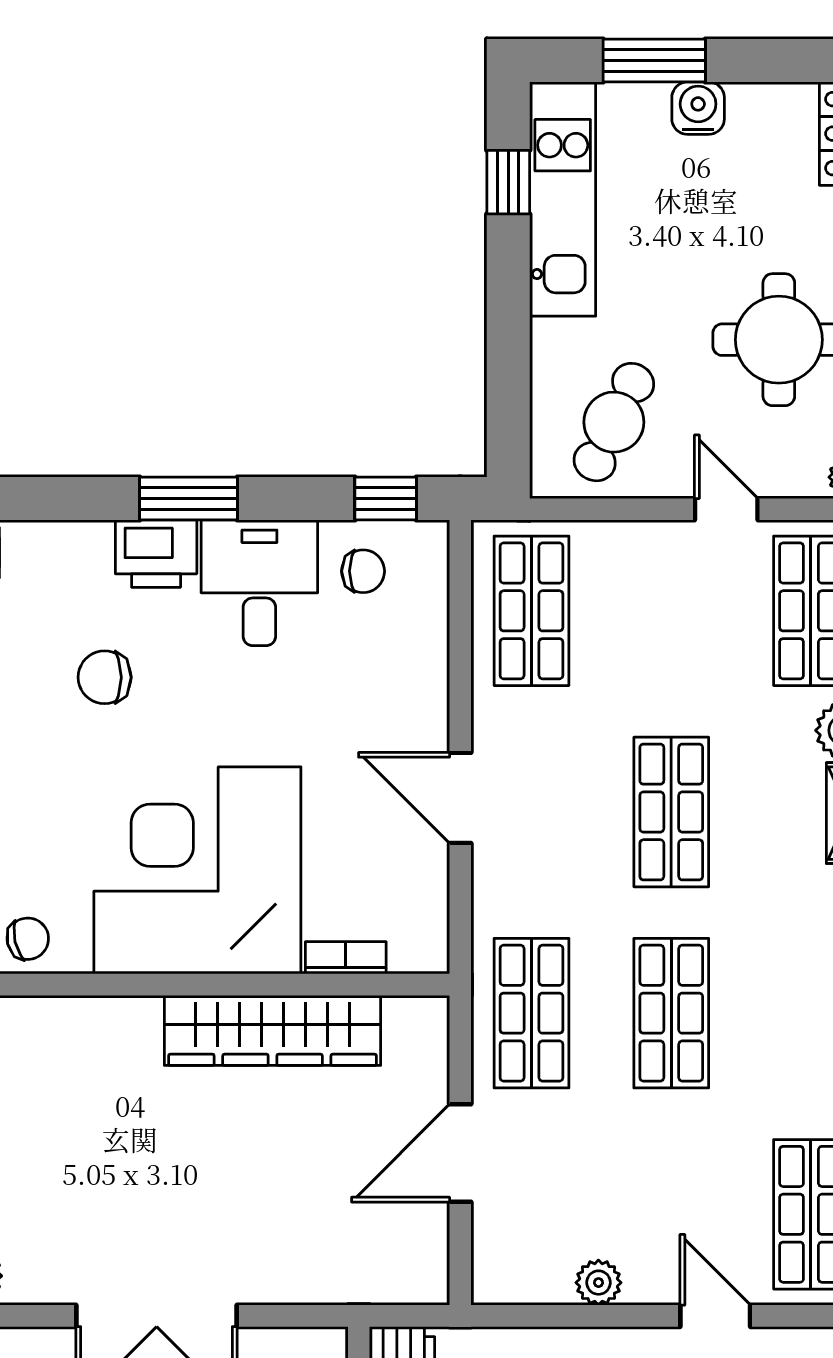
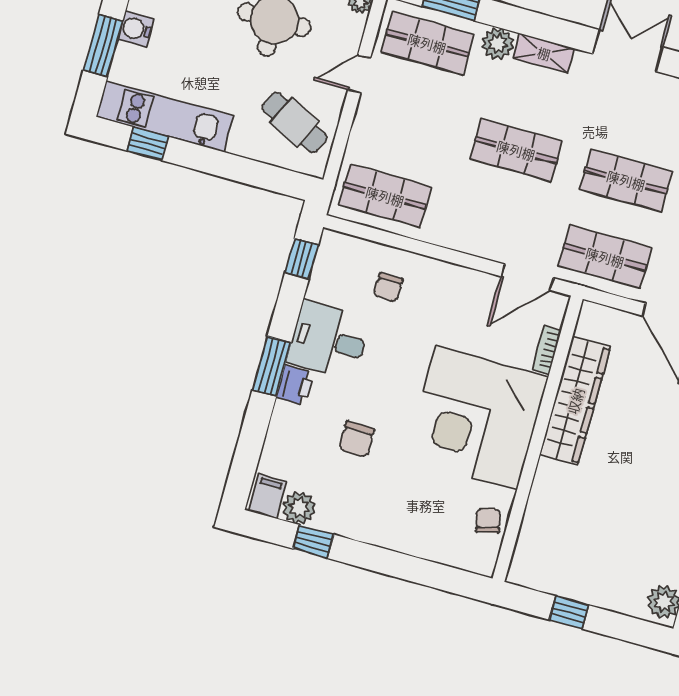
printer: (156, 554) -> (295, 385), width x0.73, depth x0.81
chair: (363, 571) -> (388, 287), moved, turned 180
door: (460, 798) -> (527, 277), moved

